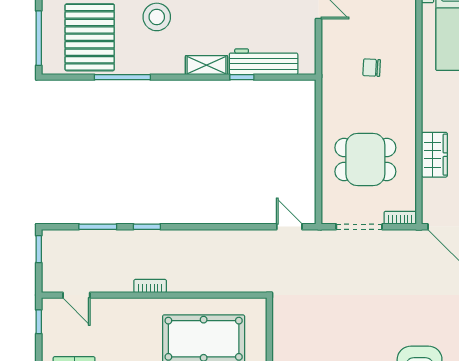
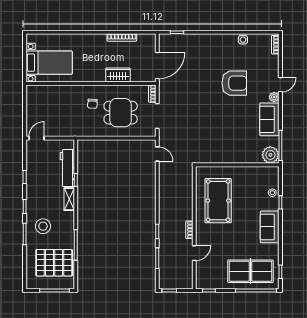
chair: (372, 68) -> (92, 104), moved
dining table: (365, 160) -> (121, 113), turned 90
door: (289, 227) -> (157, 154), swing flipped
door: (76, 295) -> (194, 253), moved

